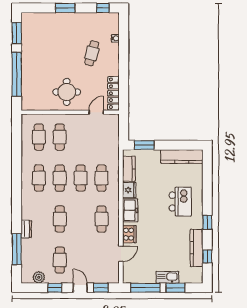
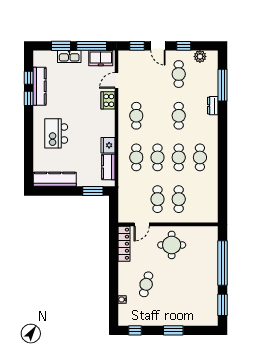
cafe table: (39, 137) -> (157, 199), moved
freezer: (130, 210) -> (101, 58), moved, turned -90
window: (207, 222) -> (29, 98), moved

